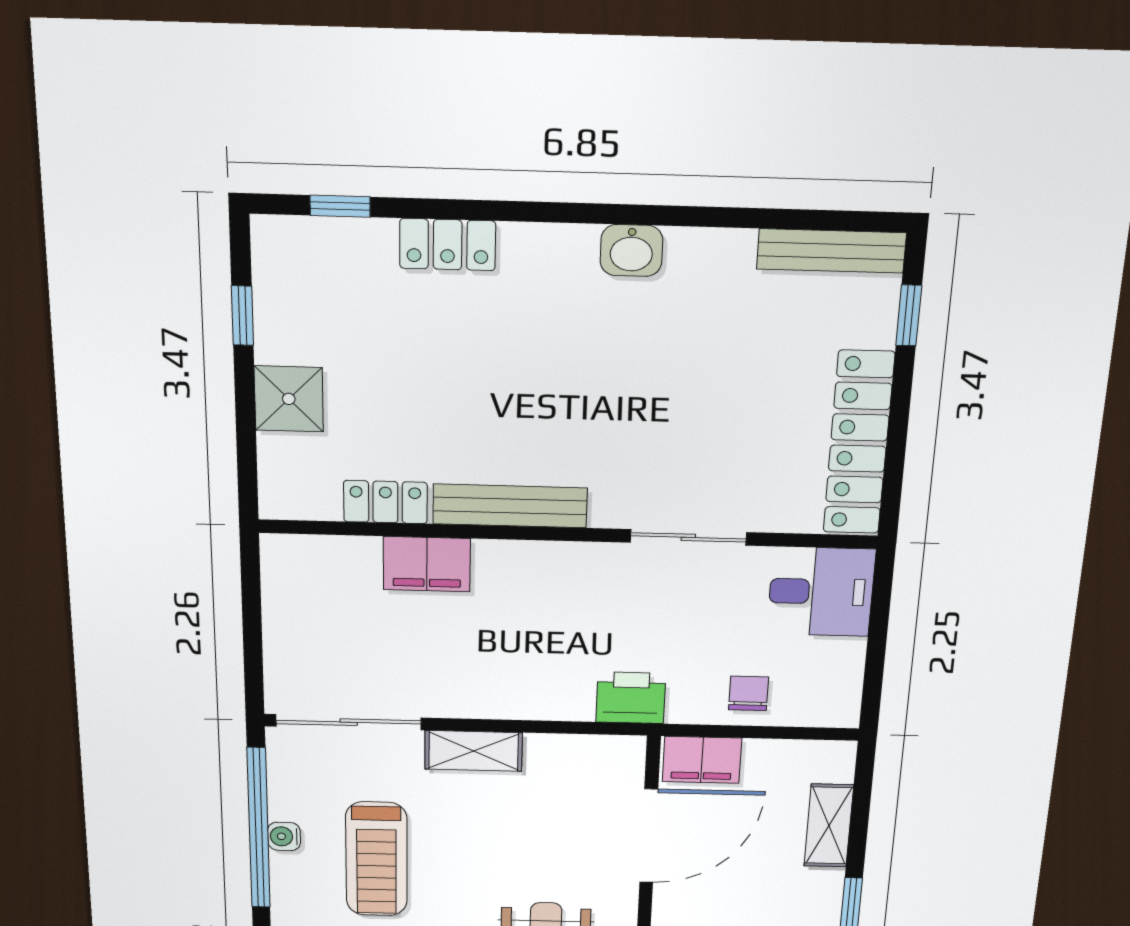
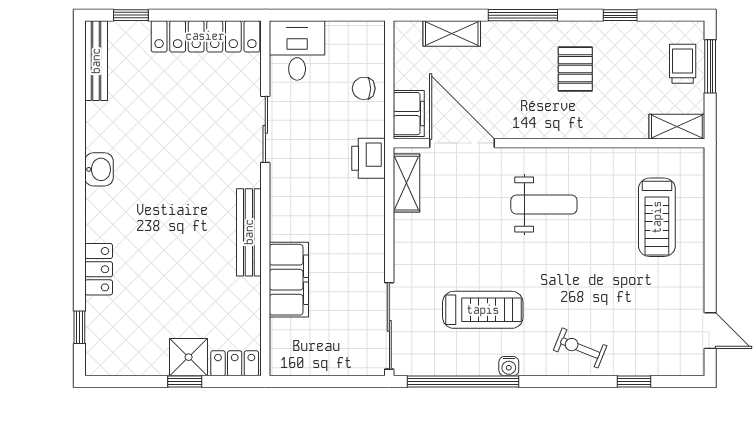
window: (242, 316) -> (185, 382), moved
locker: (385, 502) -> (235, 363), moved, turned 90
filing cabinet: (427, 564) -> (289, 280), width x1.50, depth x1.17
shelving: (474, 751) -> (406, 183), moved
water cooler: (284, 836) -> (509, 366), moved

